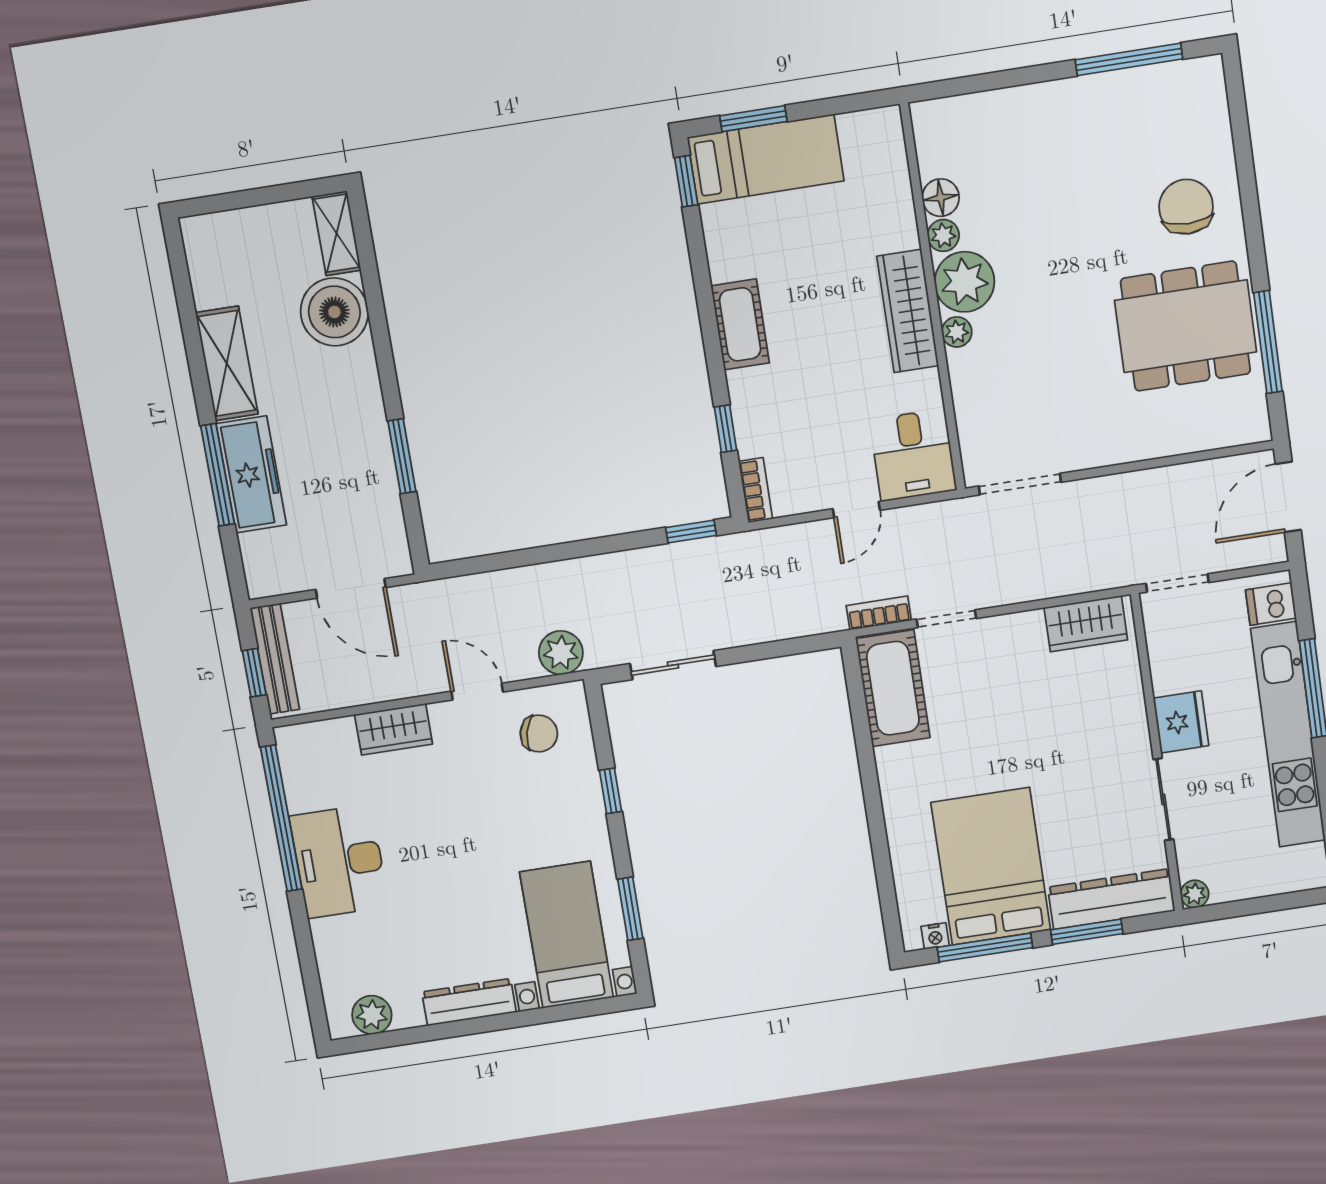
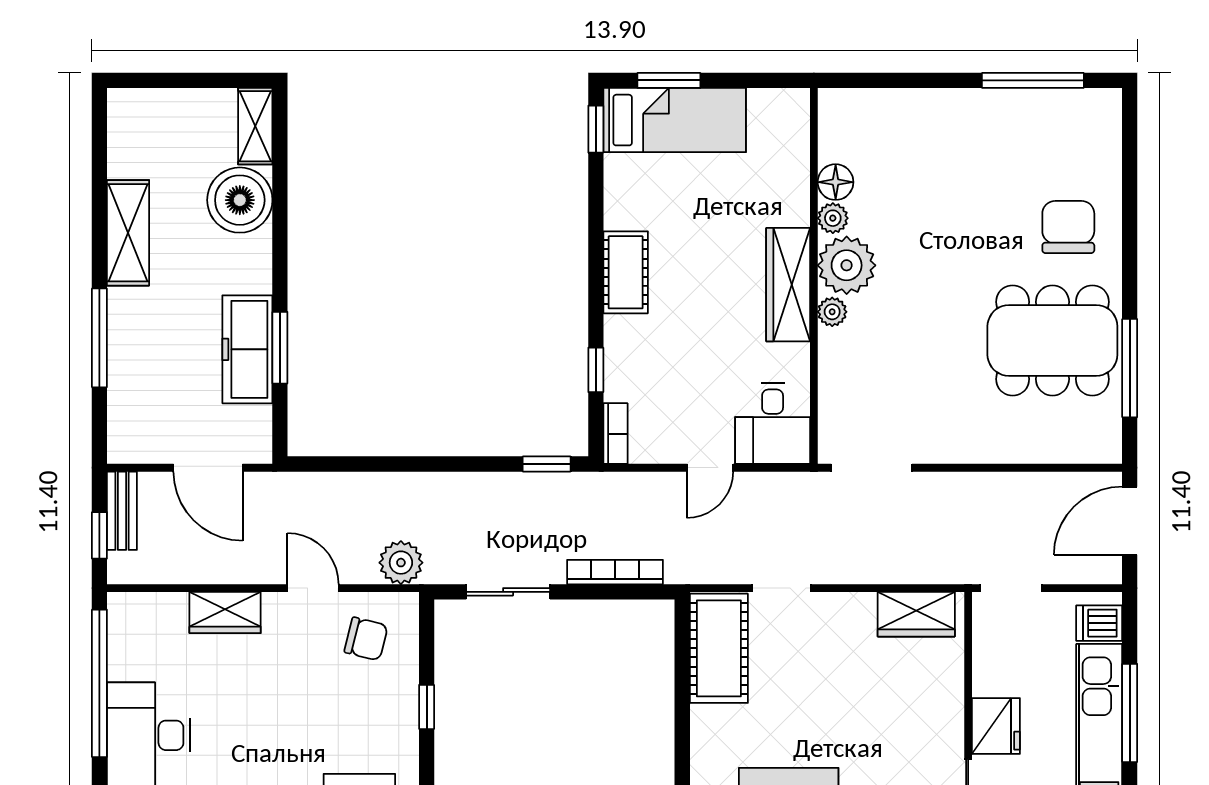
freezer: (251, 474) -> (247, 349), moved, turned 180
bookcase: (879, 613) -> (615, 572), moved, width x1.56
bench: (275, 659) -> (122, 511), width x0.73

